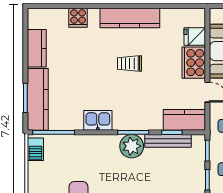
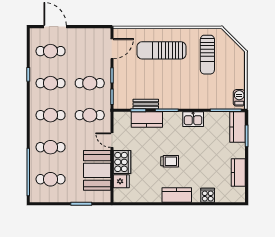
kitchen counter: (130, 18) -> (177, 195), width x0.67
kitchen counter: (38, 99) -> (238, 127), width x0.67
kitchen counter: (184, 120) -> (147, 120), moved
bench: (168, 141) -> (146, 104), width x0.73
plant: (132, 146) -> (168, 100), removed

